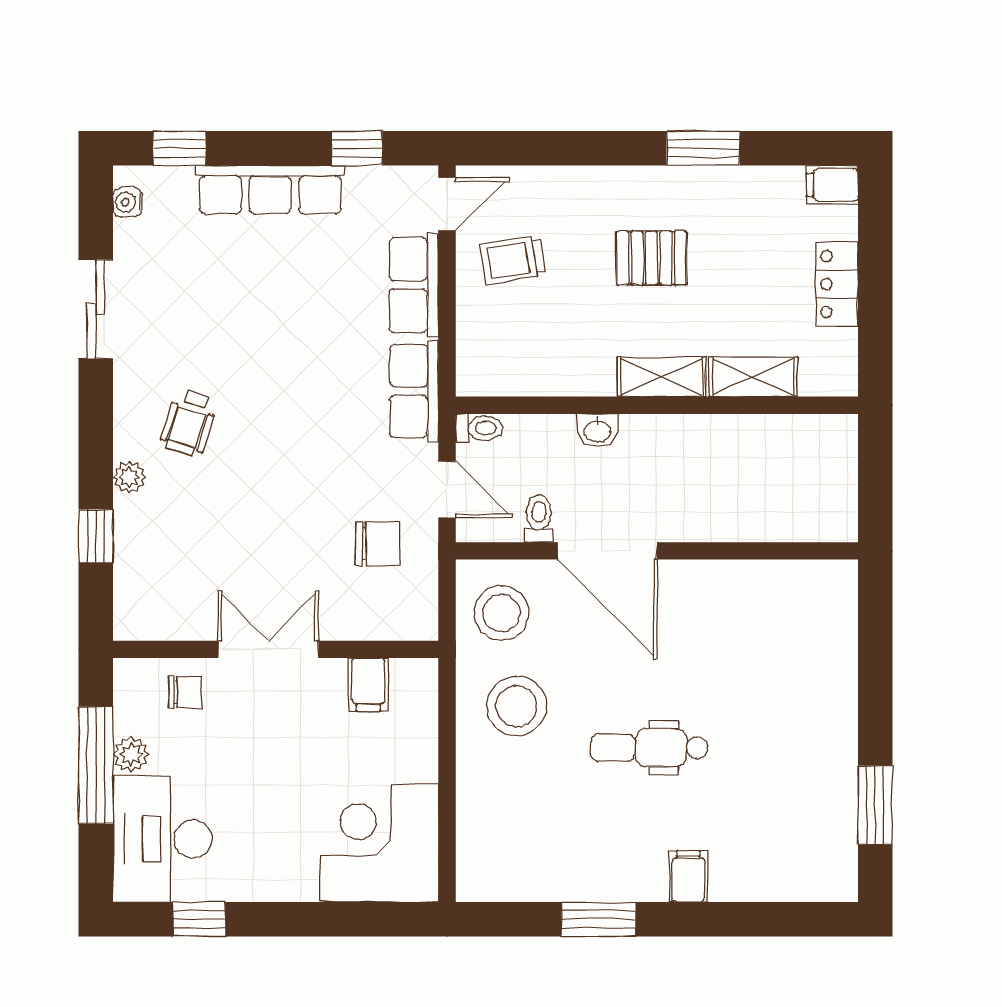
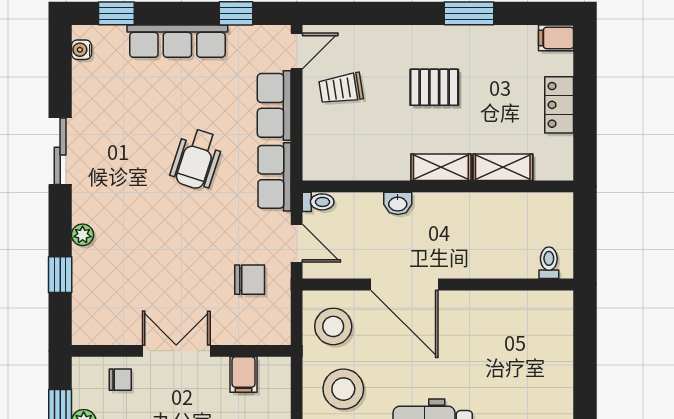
sliding door: (96, 309) -> (60, 151), moved
wheelchair: (189, 423) -> (196, 159), moved, width x1.36, depth x1.37
toilet: (539, 519) -> (549, 263), moved

